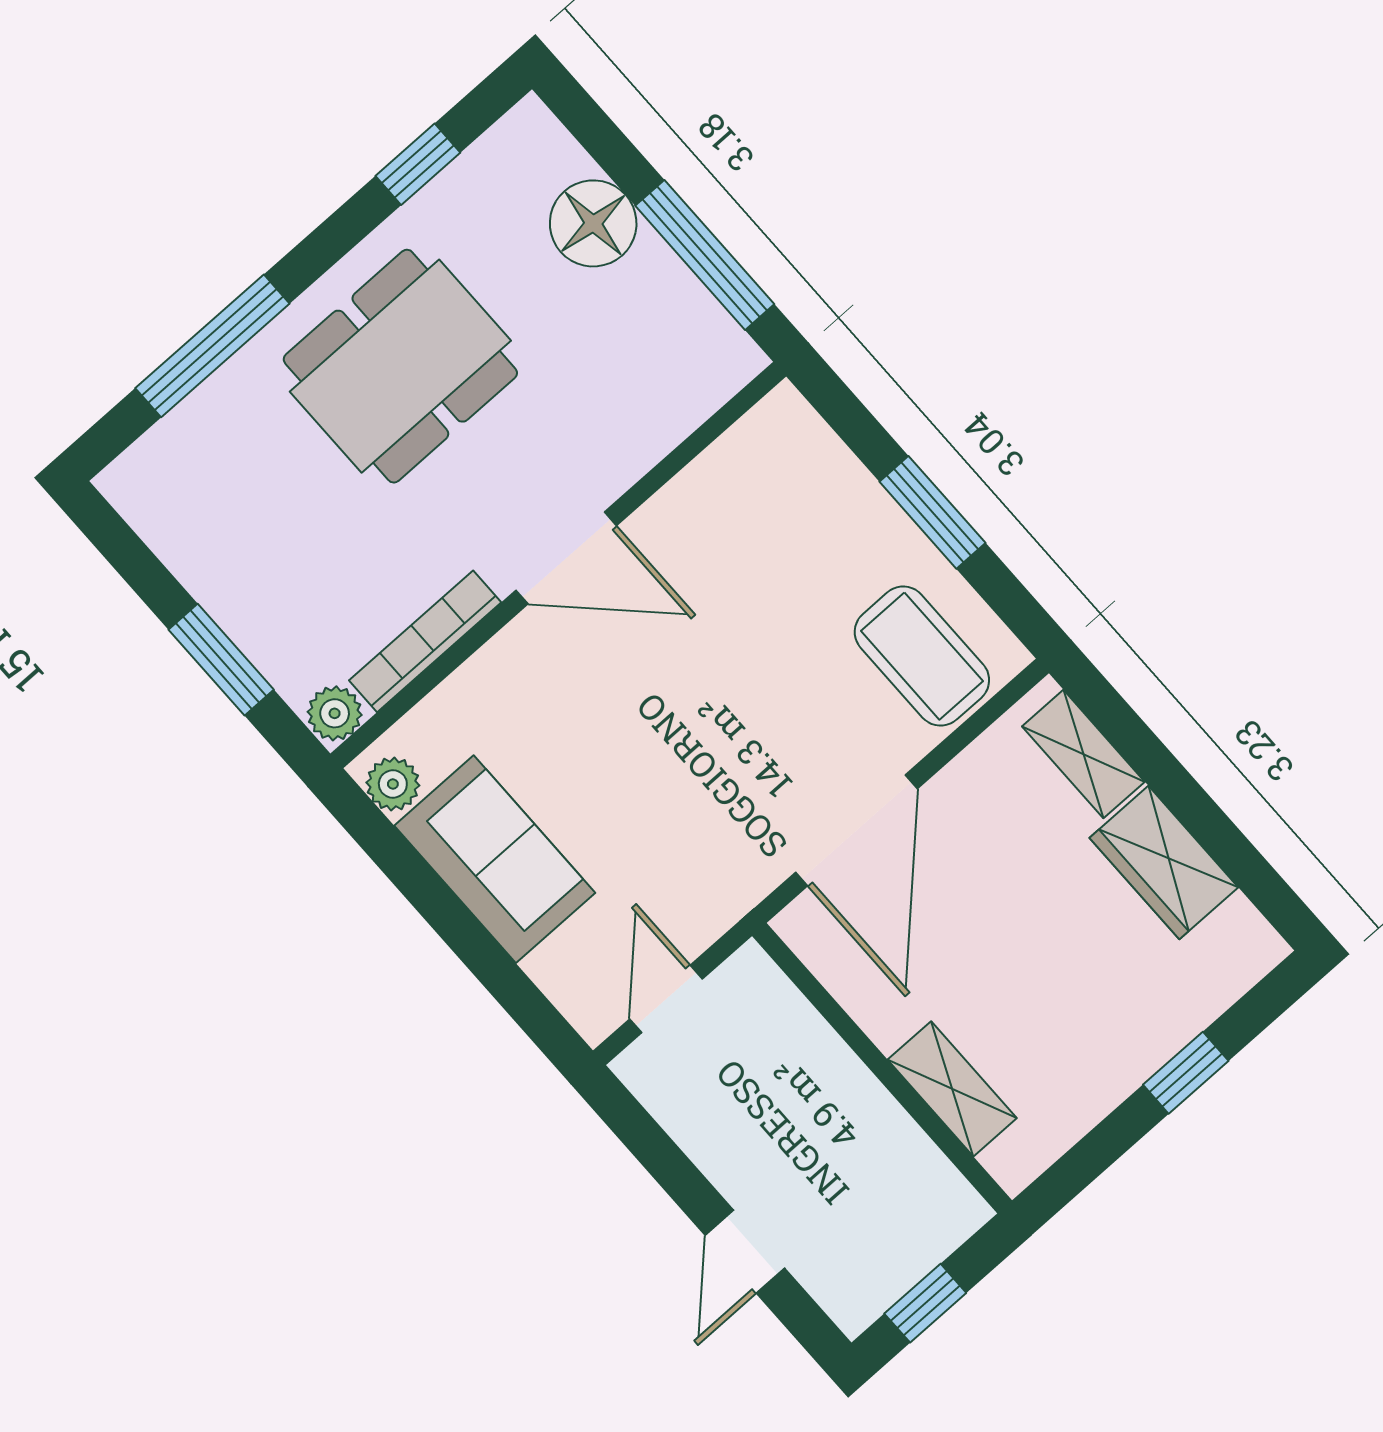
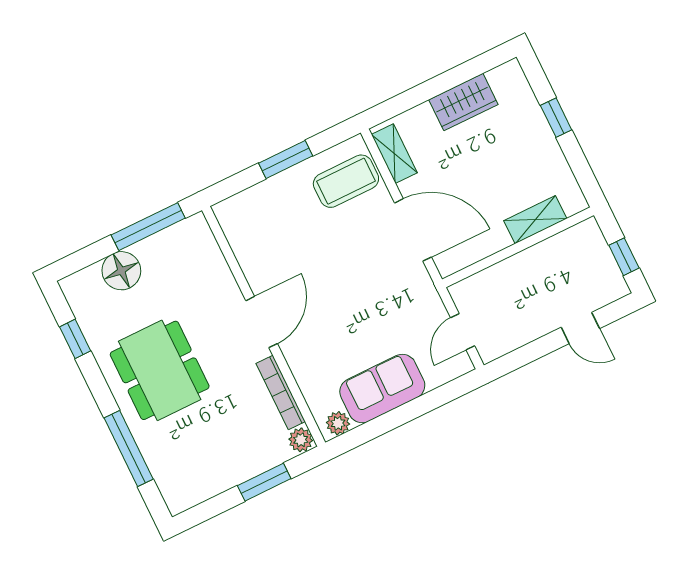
shelving: (1083, 754) -> (394, 154), moved, turned 90
door: (666, 999) -> (463, 332), hinge flipped

